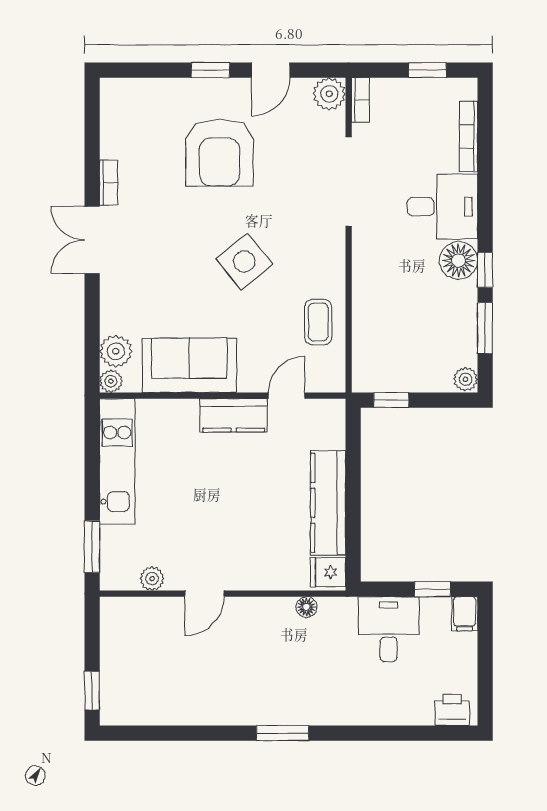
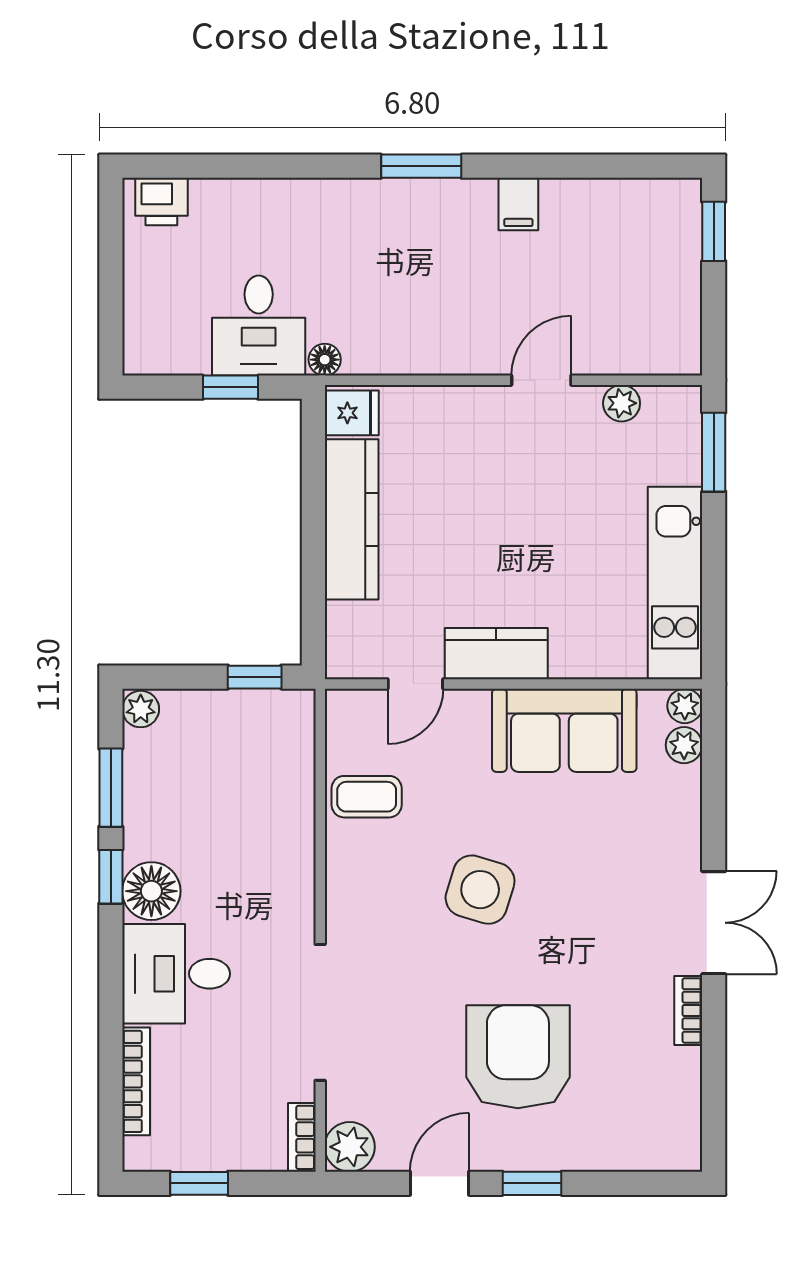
side table: (244, 262) -> (480, 890), turned -34
coffee table: (318, 322) -> (367, 797), turned 90
plant: (116, 351) -> (684, 745), width x0.73, depth x0.73
window: (433, 589) -> (231, 387), moved
floor lamp: (306, 607) -> (325, 360), moved
filing cabinet: (465, 614) -> (518, 204), moved, turned 180

